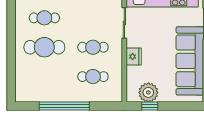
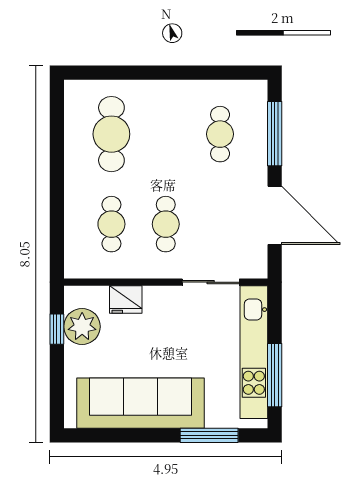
cafe table: (44, 47) -> (111, 134), moved
fridge: (134, 56) -> (126, 300), moved
window: (64, 106) -> (57, 171), removed

